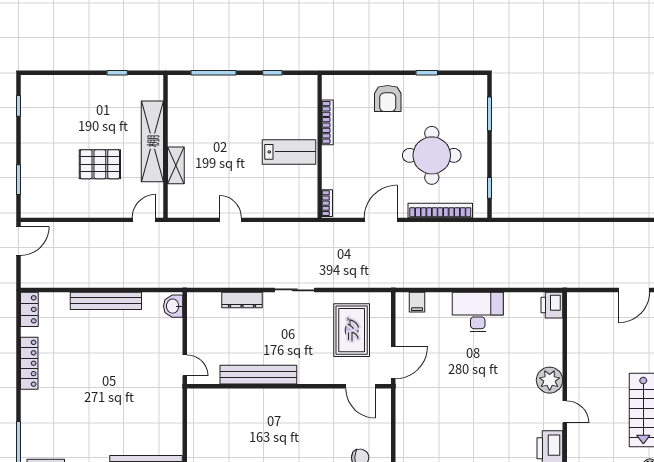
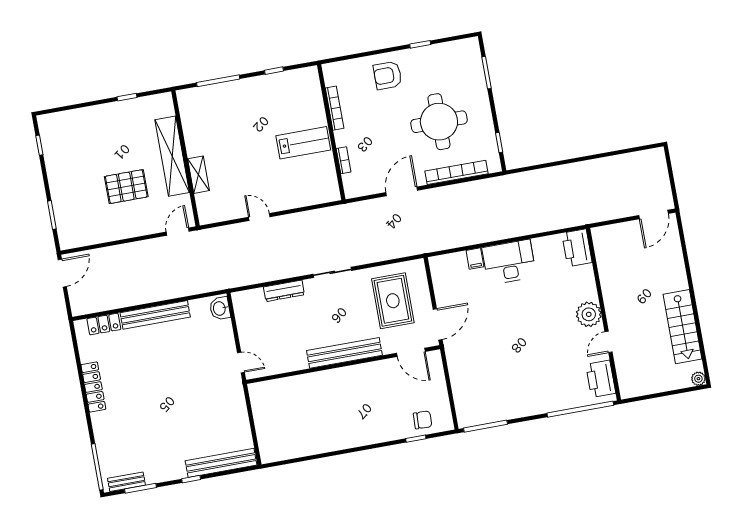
armchair: (388, 99) -> (388, 75), turned 90
bookcase: (327, 203) -> (344, 160), moved
filing cabinet: (417, 302) -> (475, 259), moved
printer: (552, 305) -> (577, 248), width x1.37, depth x1.19
locker: (29, 309) -> (104, 324), moved, turned 90
bench: (258, 375) -> (344, 353), moved
door: (565, 412) -> (609, 342), swing flipped

